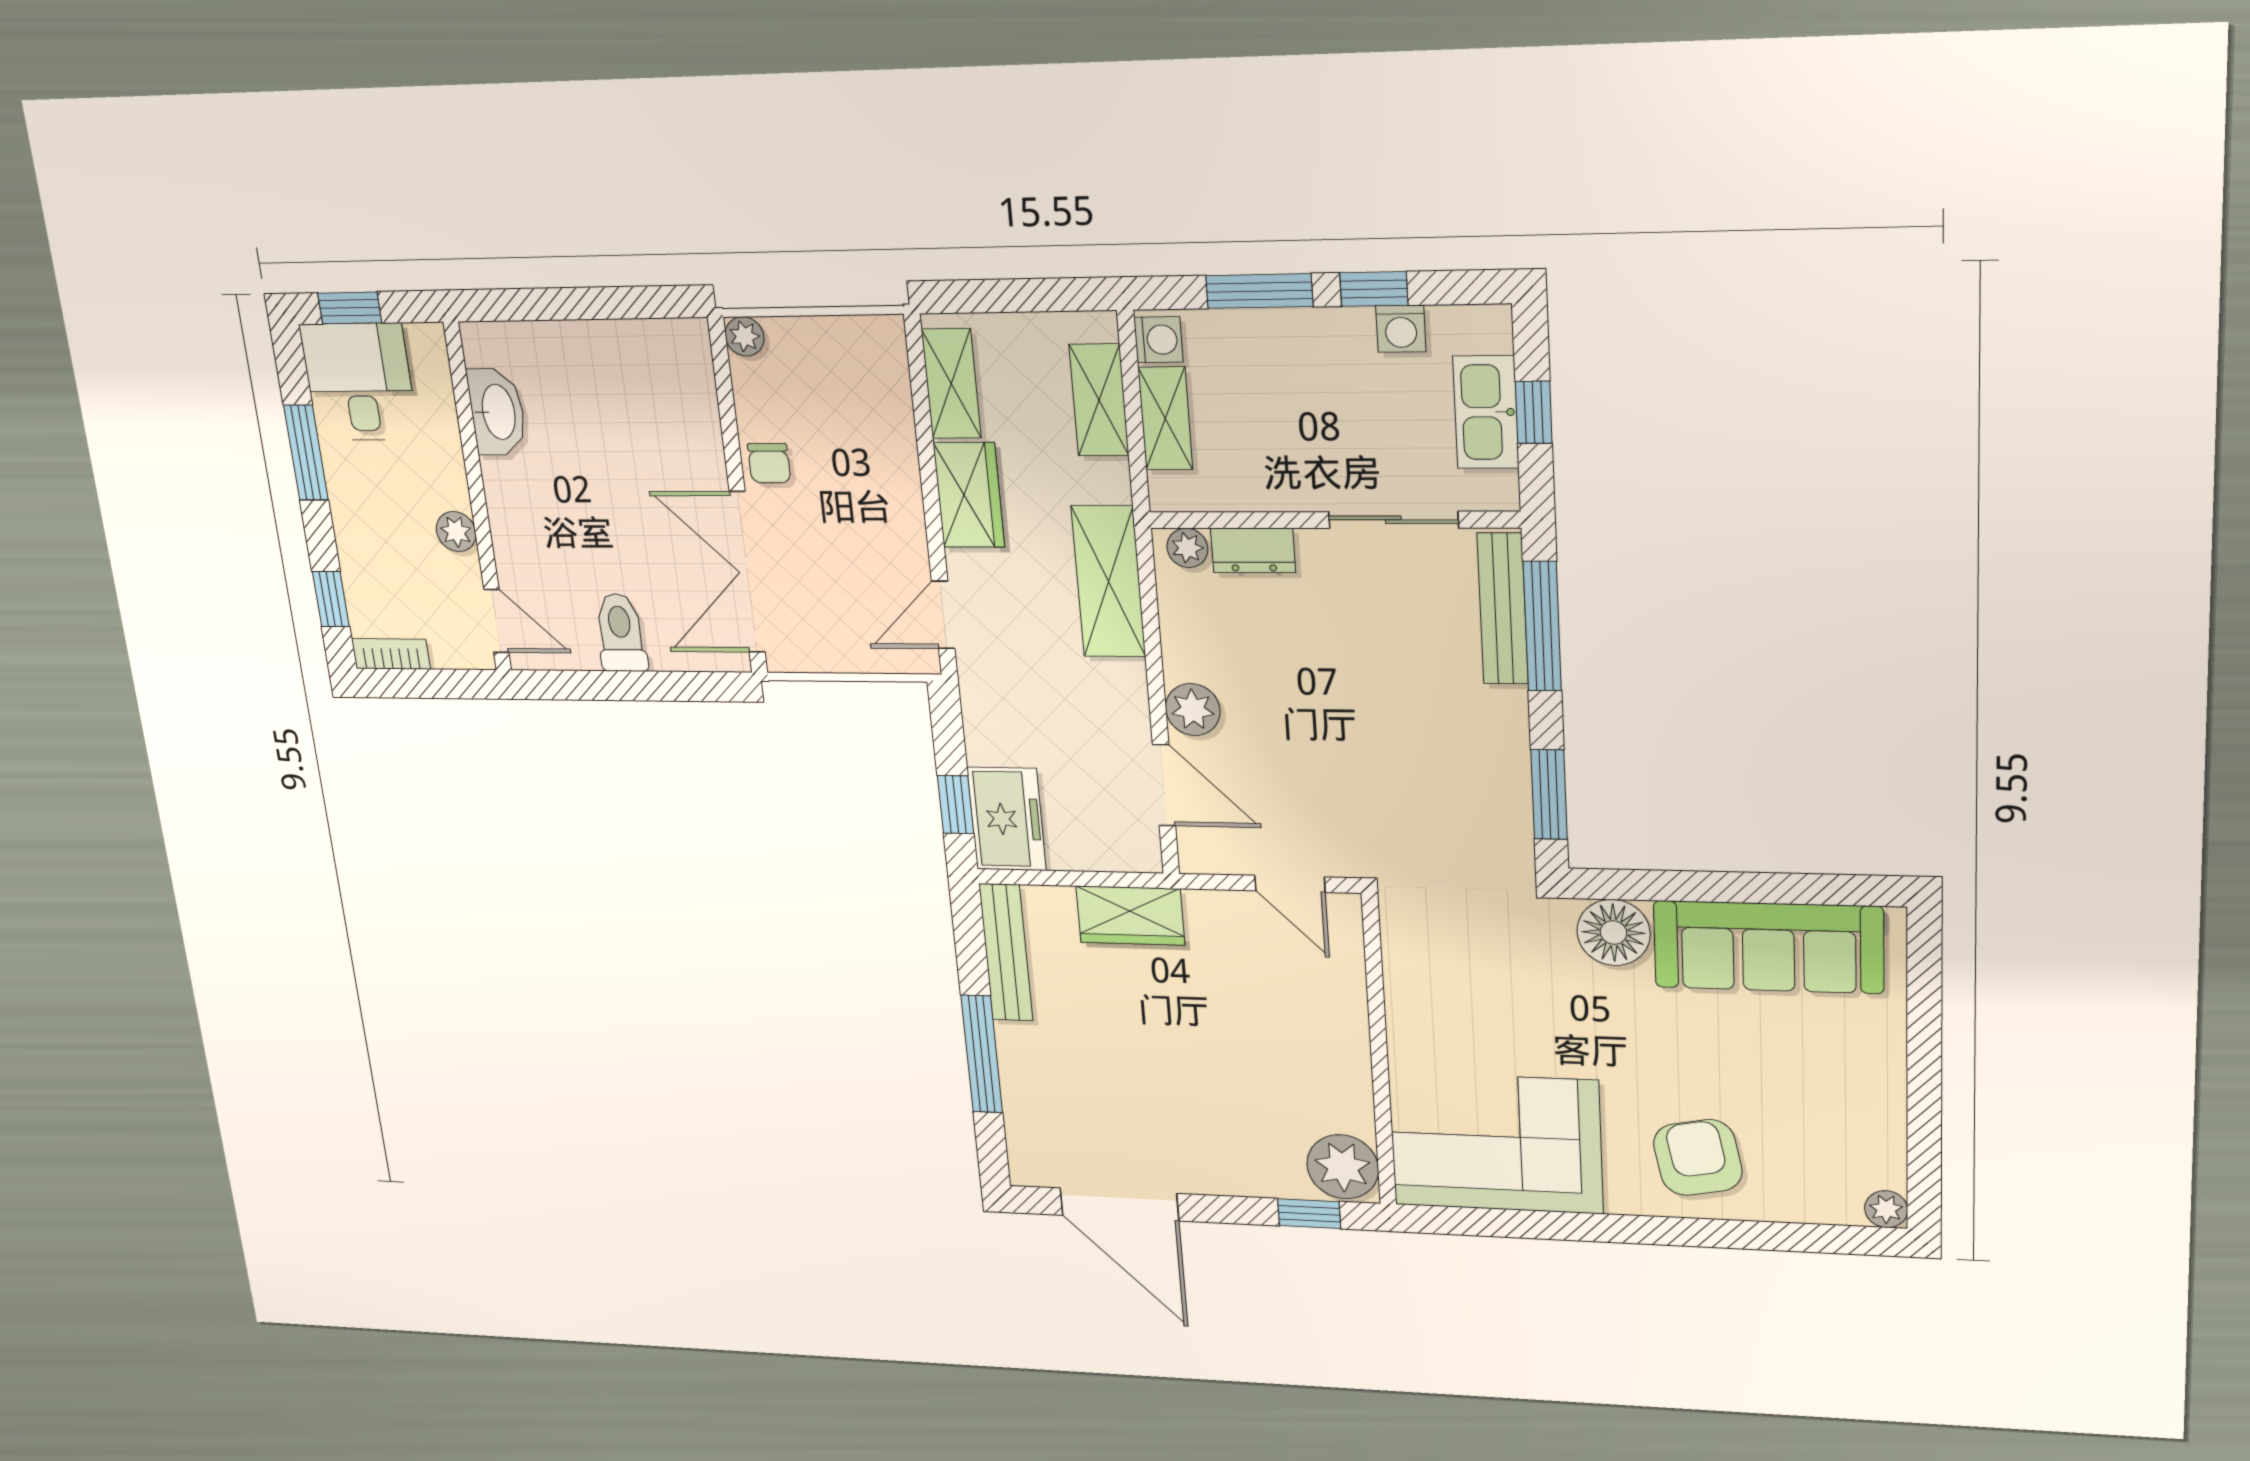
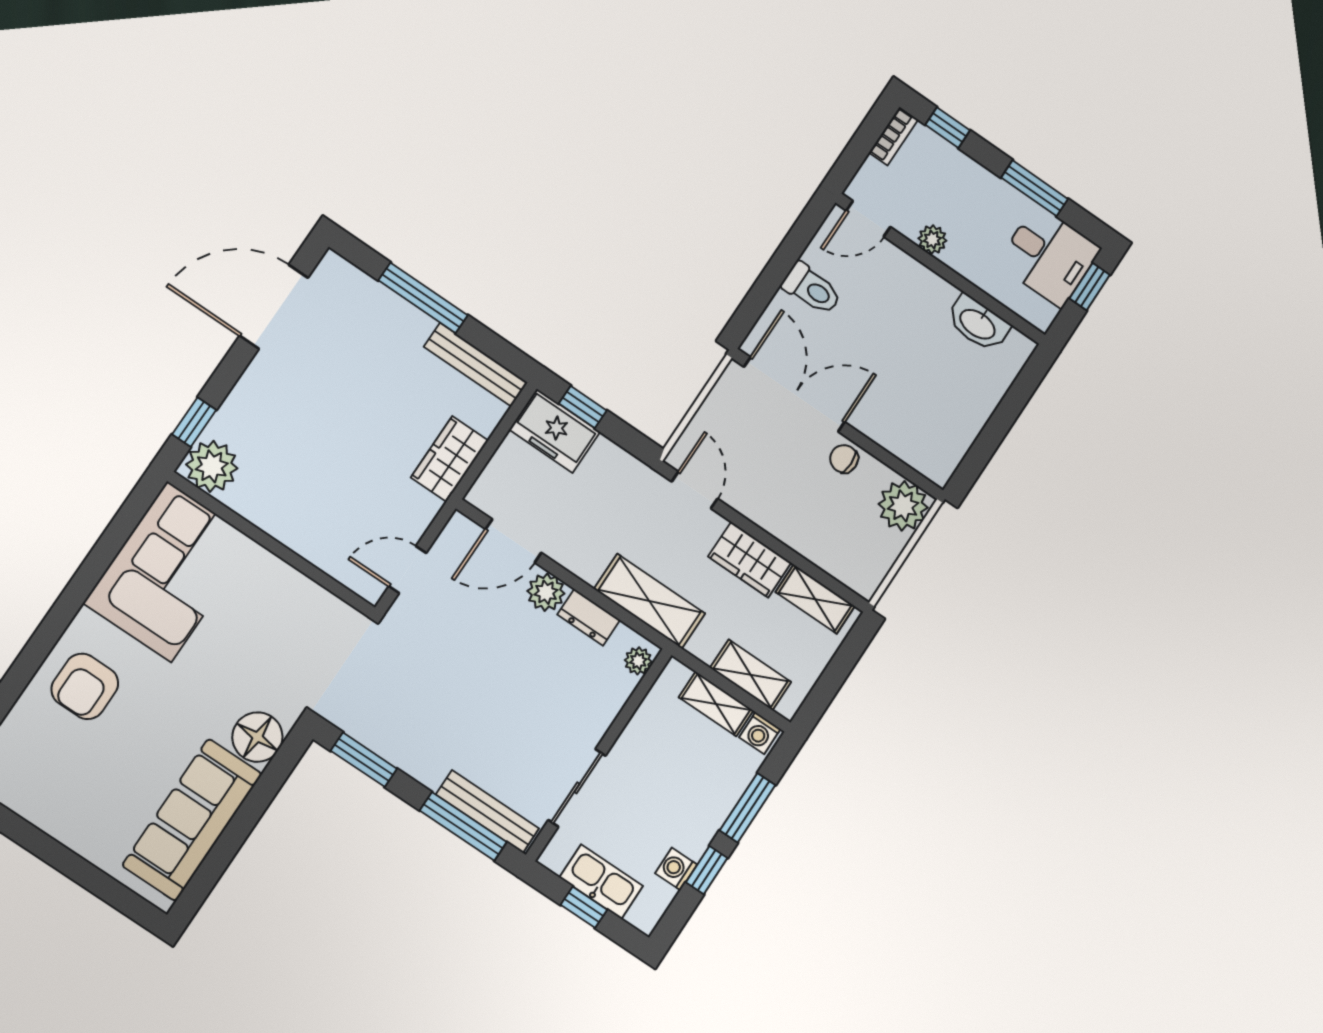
plant: (745, 336) -> (903, 506), width x1.88, depth x1.88
dresser: (1253, 550) -> (589, 617), moved, turned -90
armchair: (1698, 1158) -> (85, 686), turned 101

